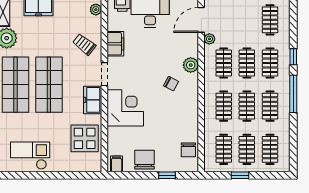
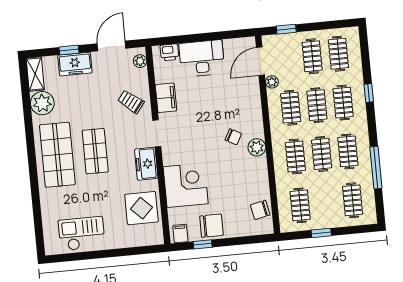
plant: (191, 65) -> (257, 147), moved
shop shelf: (49, 85) -> (95, 151), width x0.70, depth x0.74
window: (293, 94) -> (376, 168), moved
corner desk: (125, 108) -> (186, 185), moved
clothes rail: (247, 149) -> (312, 56), moved
chair: (188, 150) -> (260, 210), turned 78
chair: (144, 160) -> (212, 226), turned 90
window: (167, 175) -> (203, 244), moved

